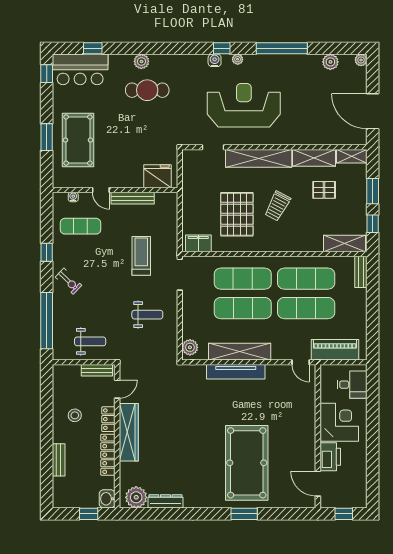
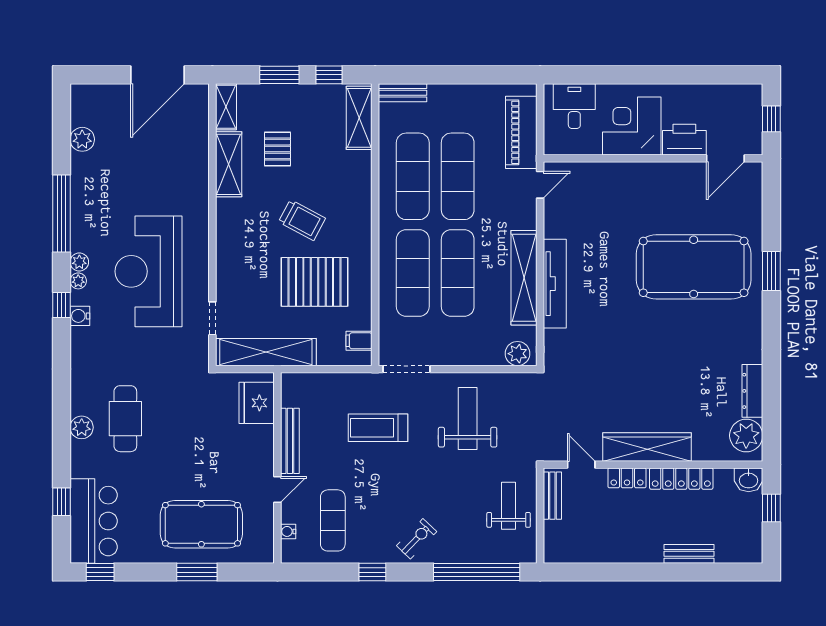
plant: (361, 60) -> (79, 262), moved
shelving: (259, 158) -> (266, 352), moved, turned 90
filing cabinet: (198, 243) -> (359, 341), width x0.50
weight bench: (147, 315) -> (468, 418), width x1.36, depth x1.33
stool: (75, 415) -> (621, 529), removed

